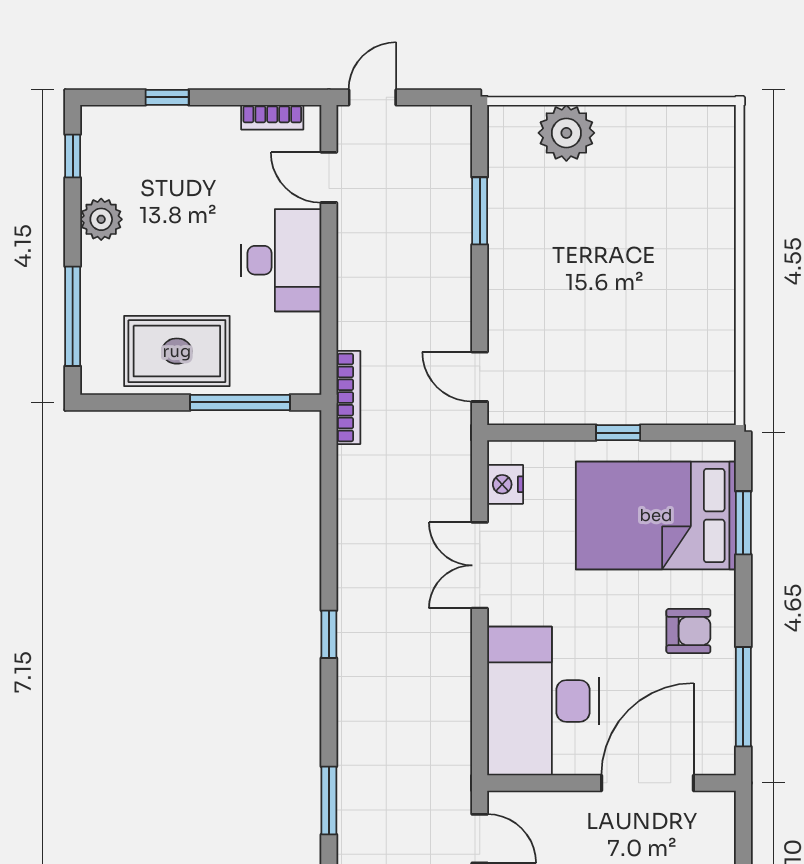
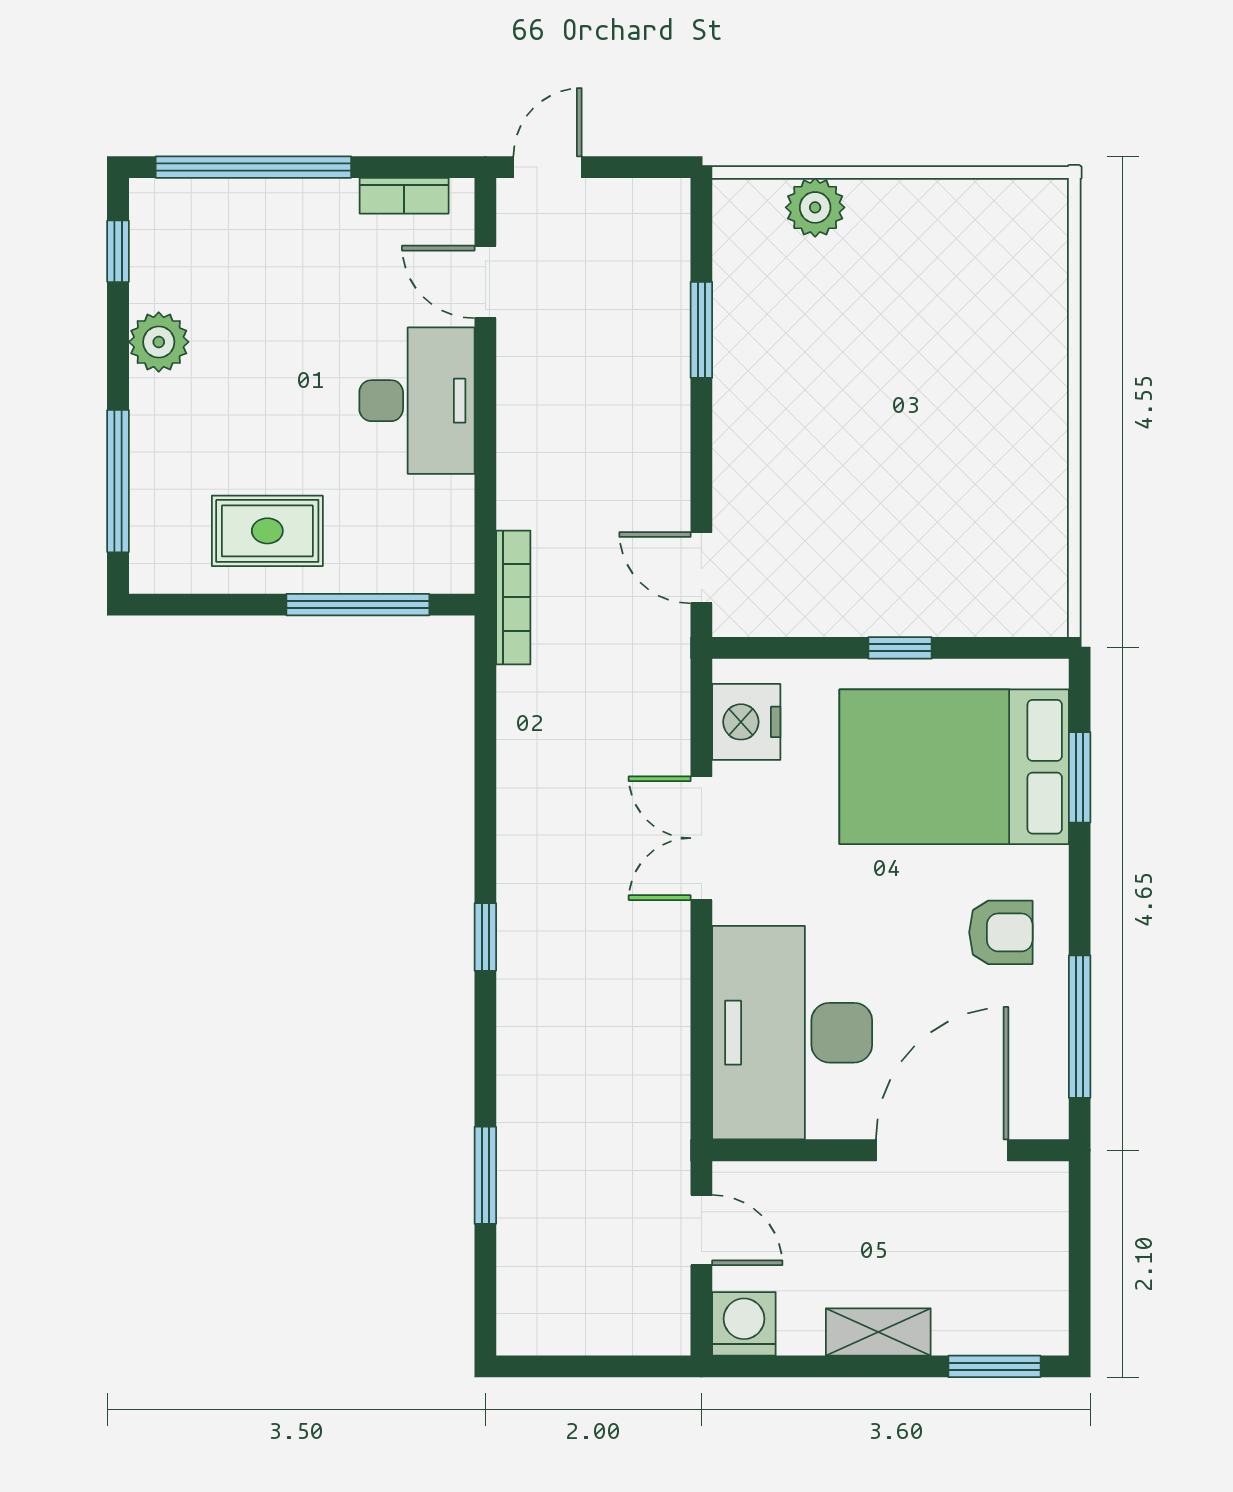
window: (167, 97) -> (253, 167), width x3.17
plant: (566, 133) -> (815, 207), width x0.73, depth x0.73
rug: (177, 351) -> (267, 531), width x0.73, depth x0.70
nightstand: (505, 484) -> (746, 722), width x1.36, depth x1.33

